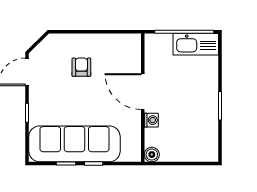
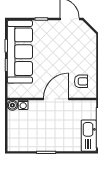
armchair: (81, 67) -> (81, 81), moved
washing machine: (151, 120) -> (23, 105), moved

